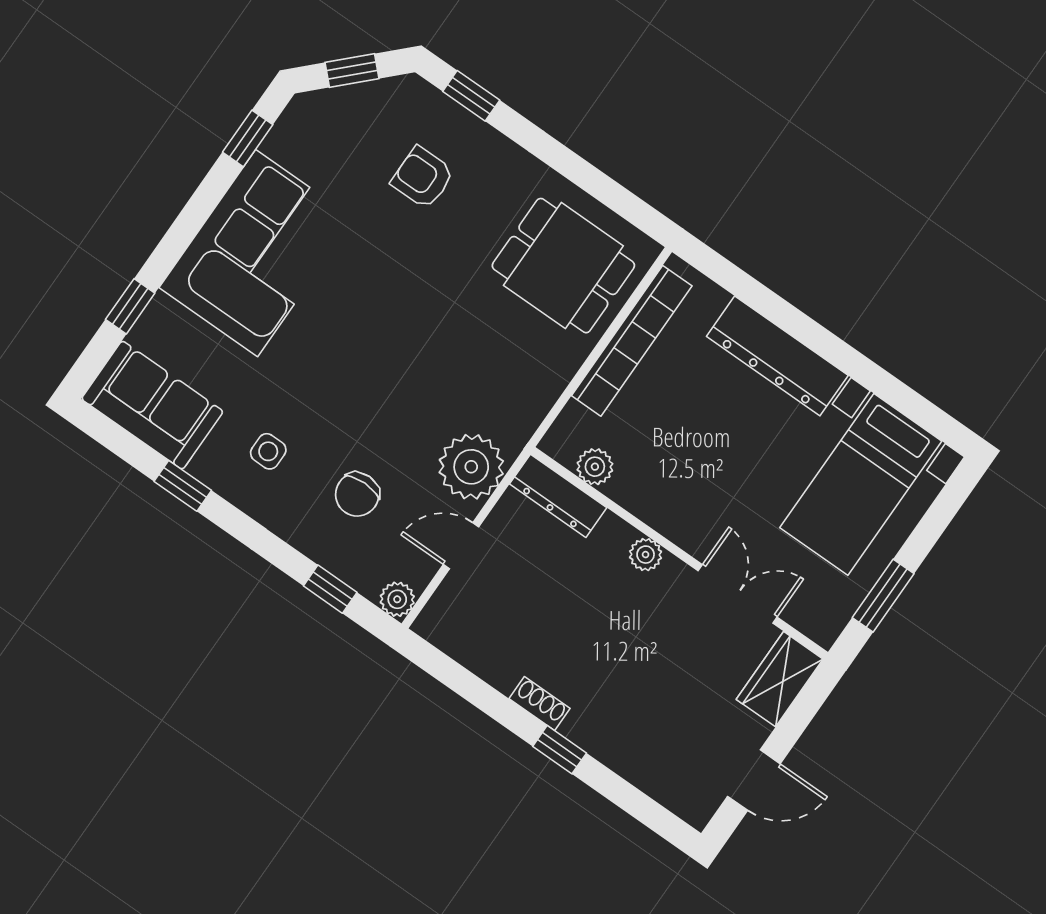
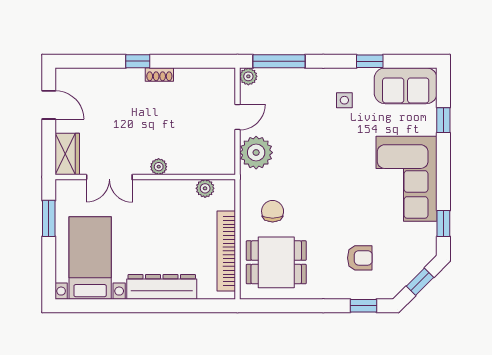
chair: (357, 494) -> (273, 211), moved
dresser: (558, 496) -> (212, 166), removed
window: (330, 589) -> (279, 61), width x2.17
door: (754, 780) -> (49, 105), swing flipped

